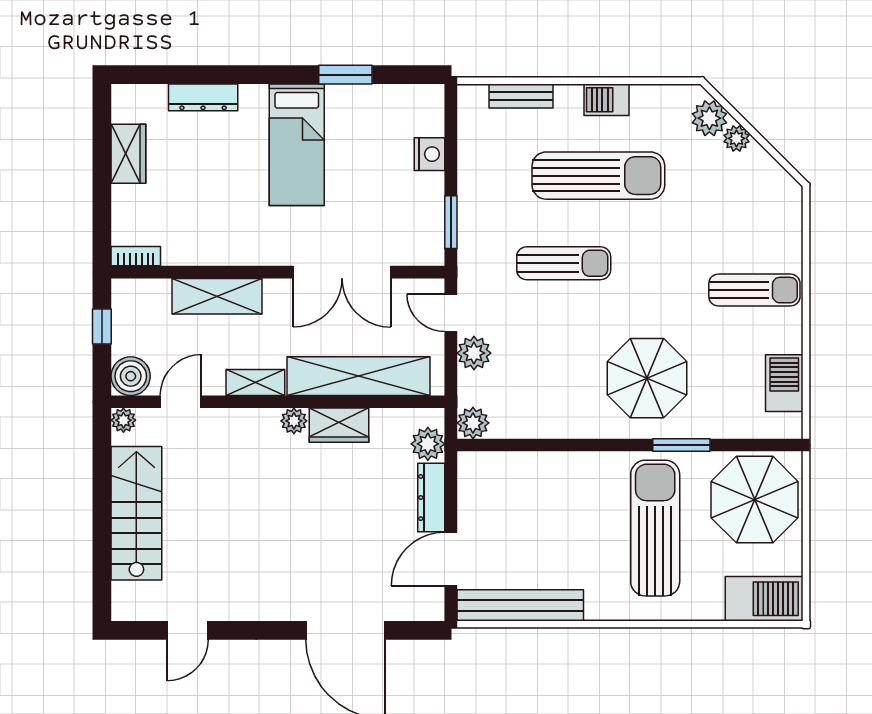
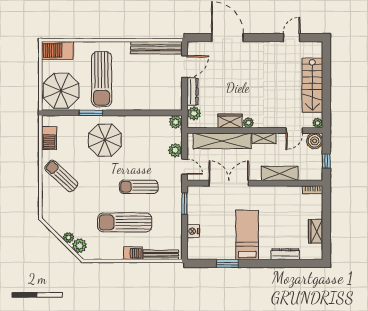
bench: (521, 96) -> (161, 255), width x1.36
barbecue: (606, 100) -> (133, 253), moved
sun lounger: (754, 290) -> (61, 176), turned 43

